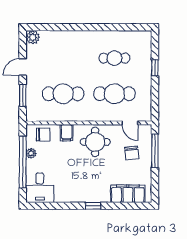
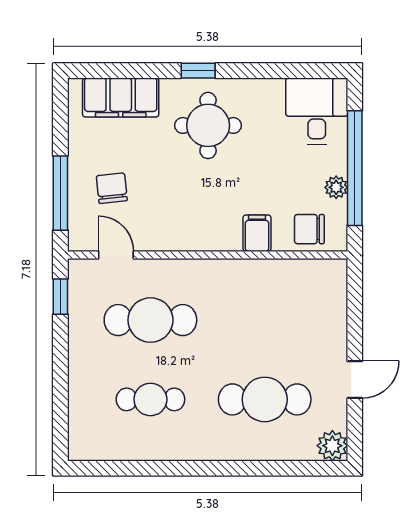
window: (155, 68) -> (60, 297), moved
cafe table: (63, 94) -> (265, 399), moved
window: (23, 95) -> (355, 317), removed
round table: (95, 142) -> (208, 125), moved

